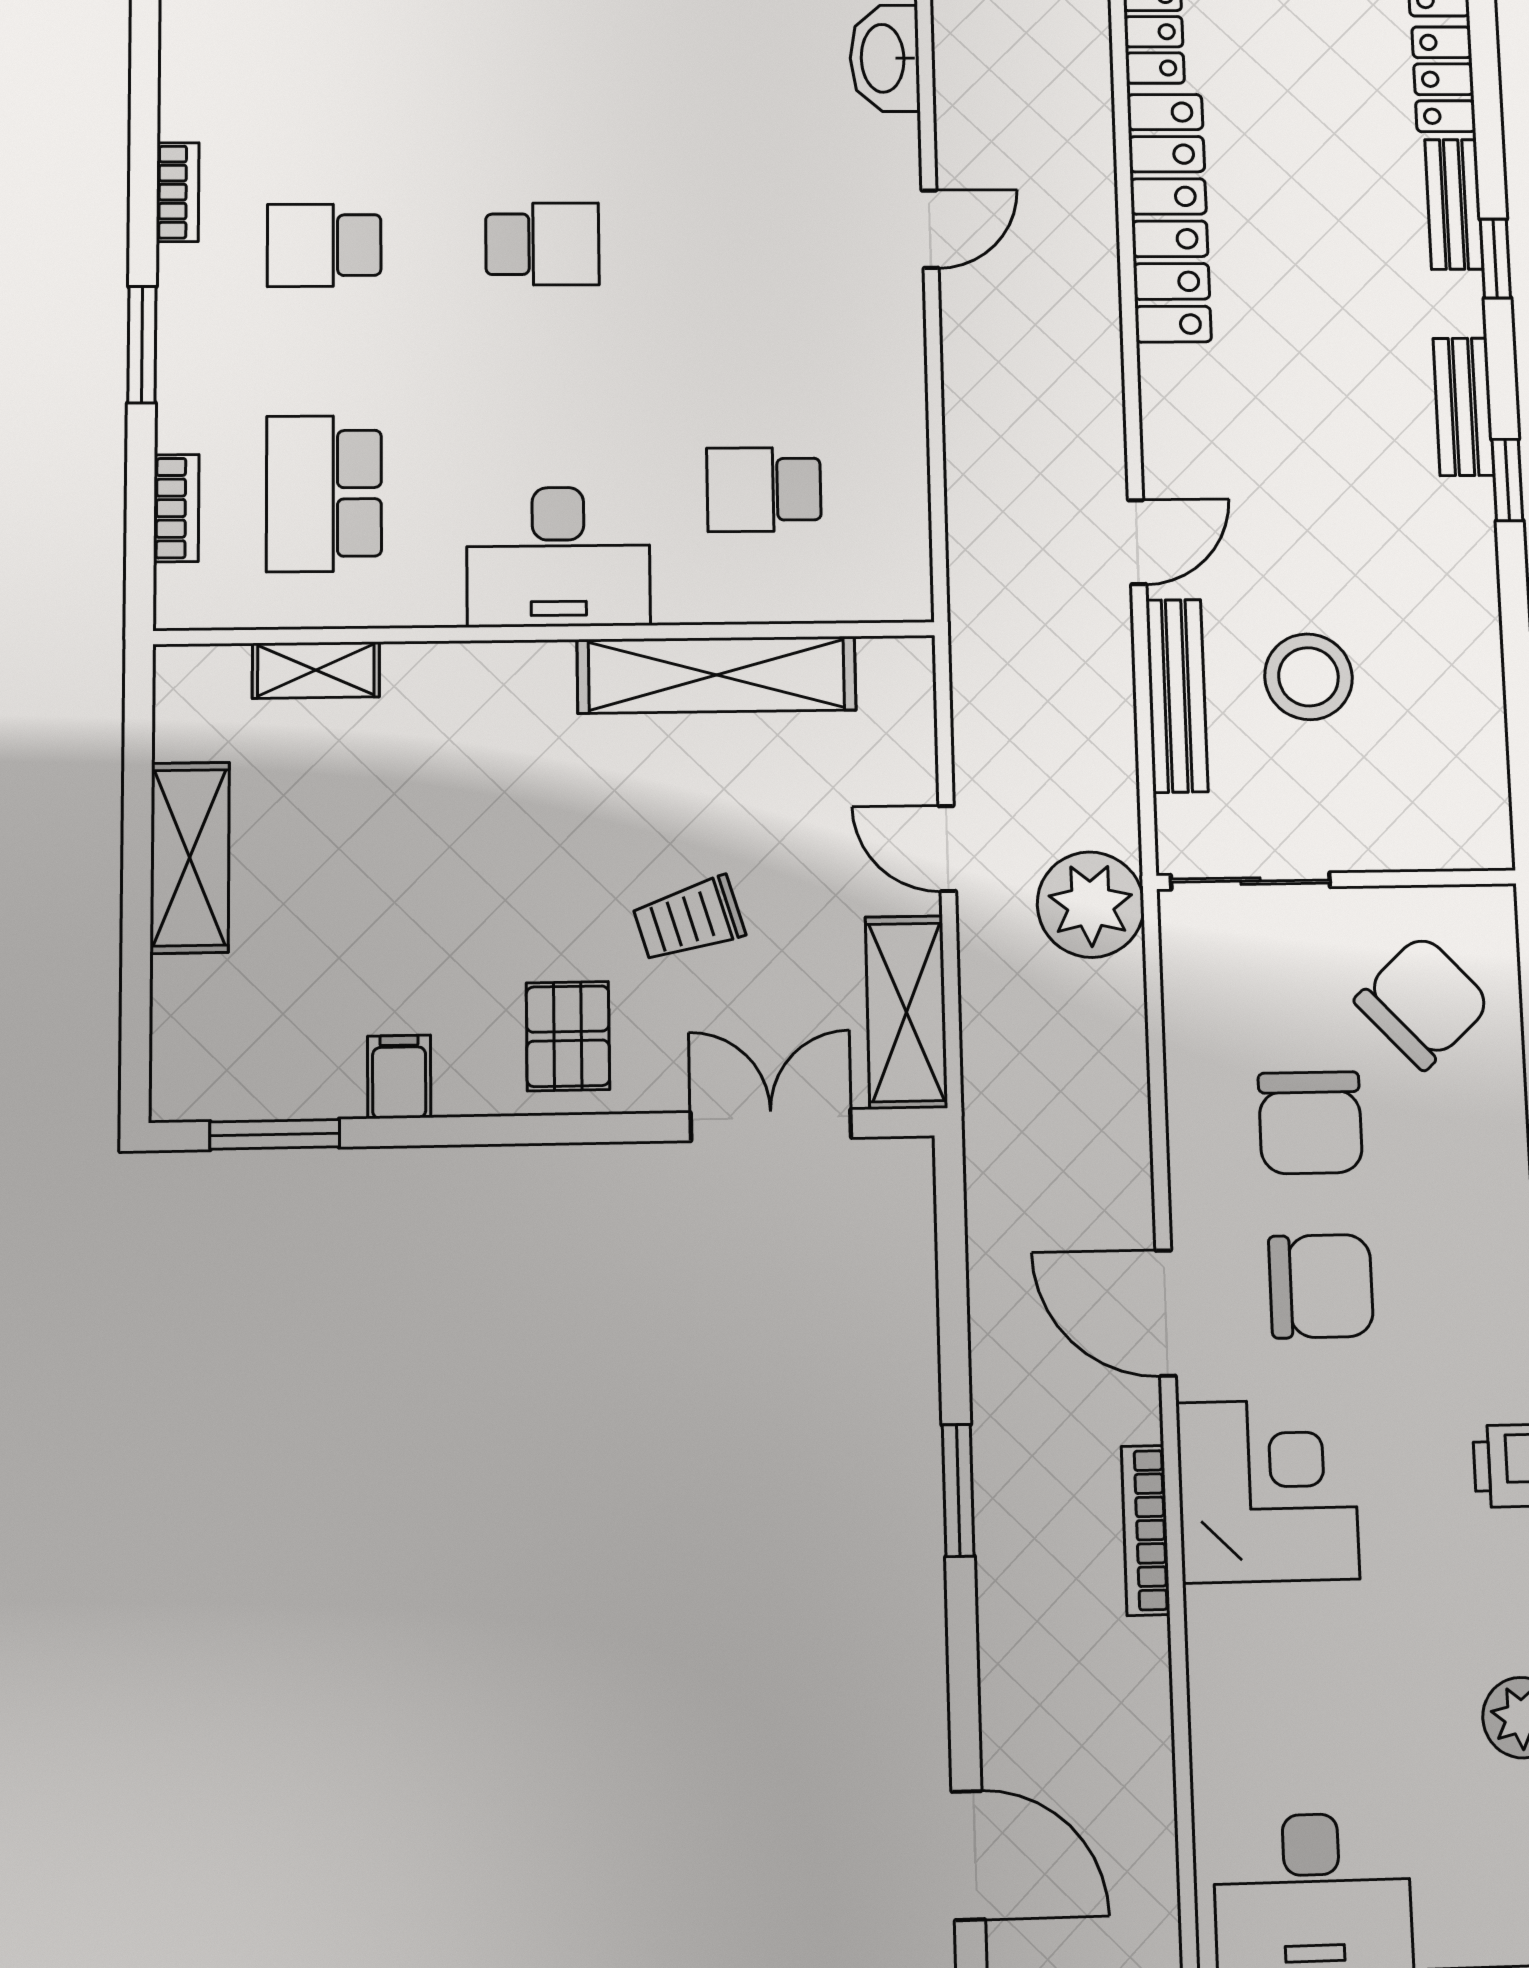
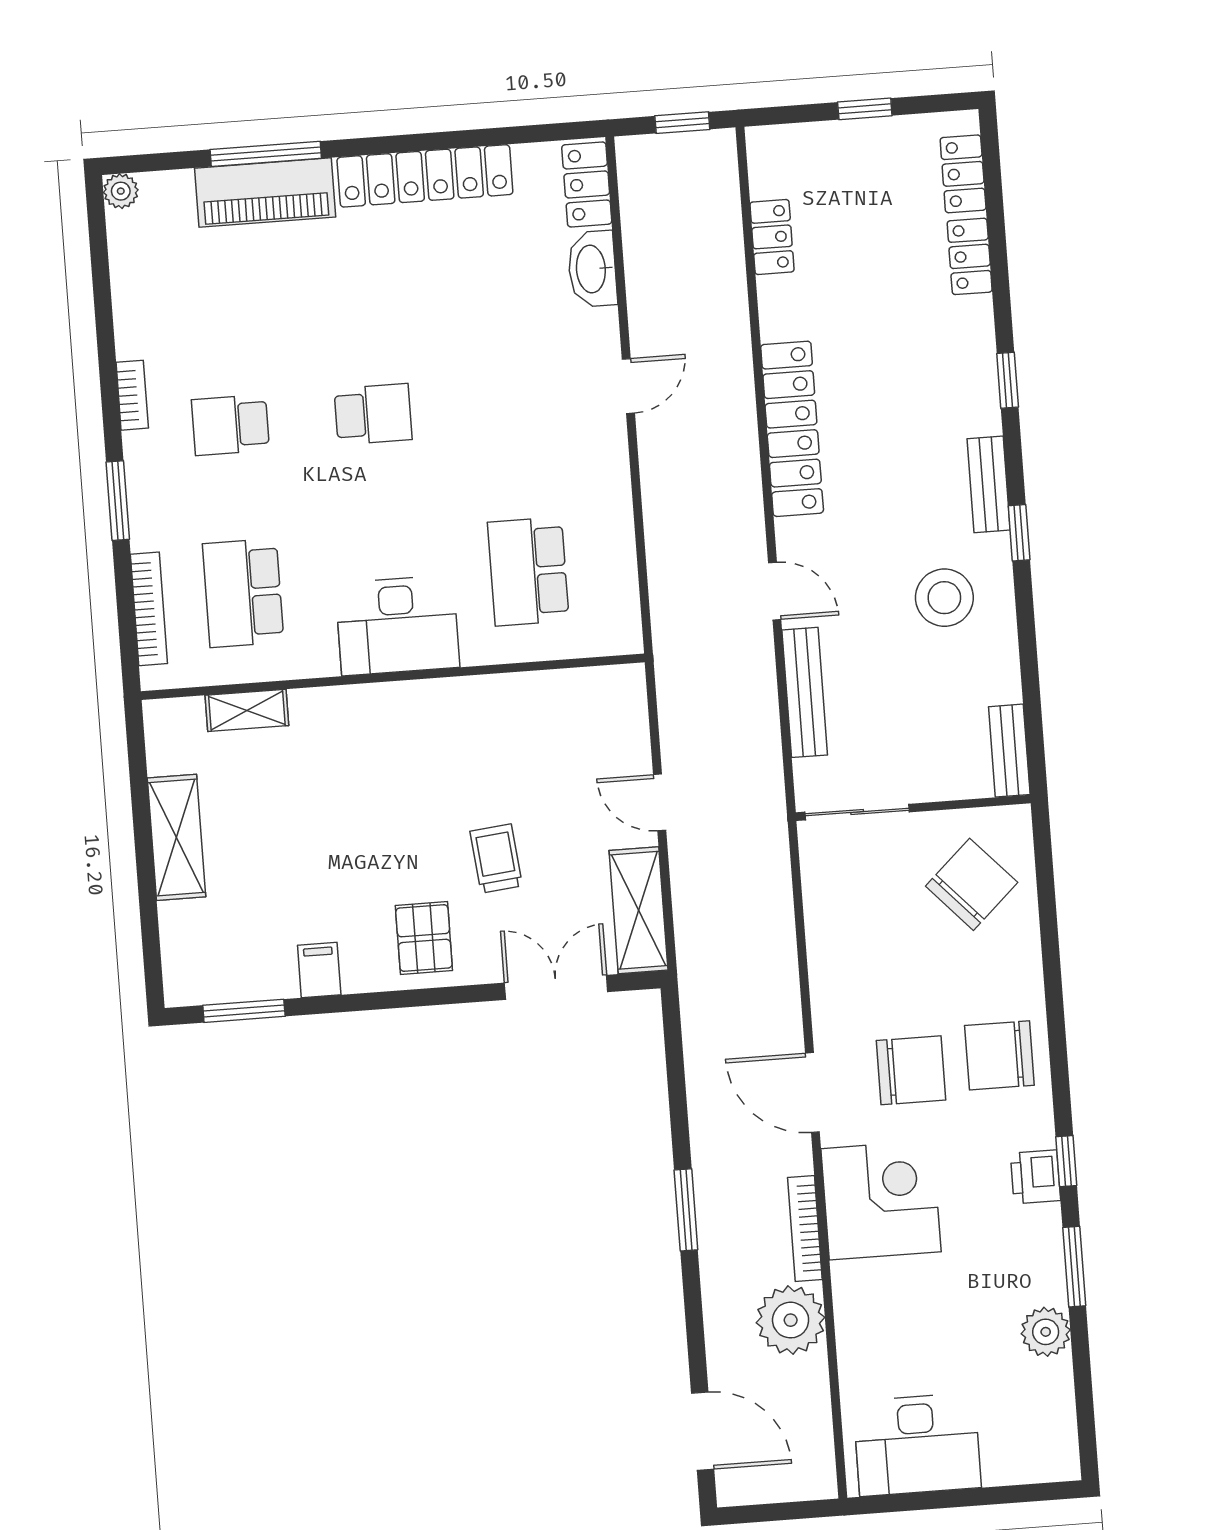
bench: (1454, 204) -> (1009, 751), moved
locker: (1169, 218) -> (792, 429), moved
school desk: (764, 489) -> (528, 571), width x1.85
bookcase: (176, 508) -> (149, 609), width x1.56
door: (1137, 542) -> (775, 591), hinge flipped
shelving: (716, 675) -> (505, 697), removed
stool: (1308, 677) -> (944, 598), moved
plant: (1091, 905) -> (791, 1320), moved
trolley: (689, 919) -> (496, 858), turned 101
chair: (1310, 1123) -> (999, 1055), moved, turned 90

